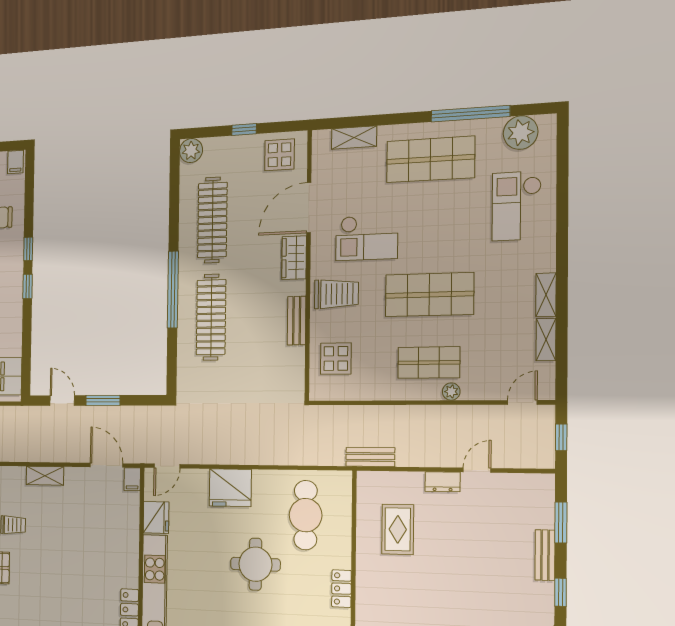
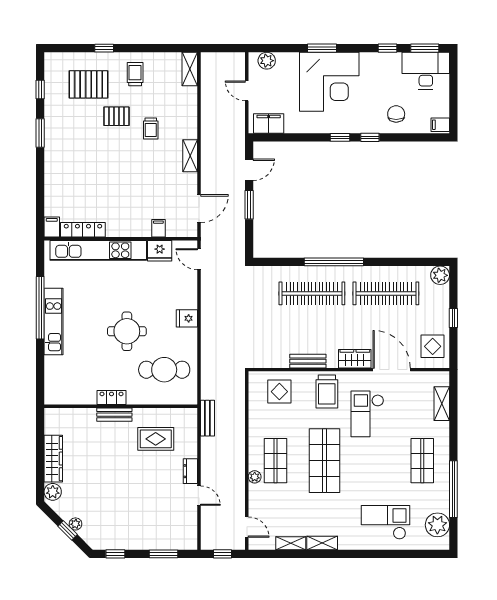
shop shelf: (430, 159) -> (422, 461), width x0.70, depth x0.74
filing cabinet: (132, 479) -> (158, 228), moved, turned 90
fridge: (230, 488) -> (187, 318), width x0.53, depth x0.75
bench: (545, 555) -> (114, 415), moved

